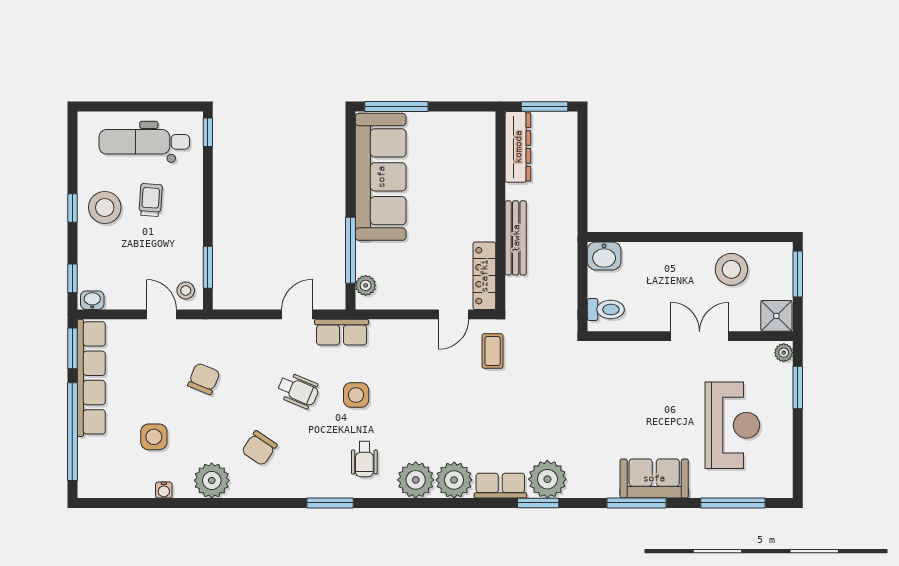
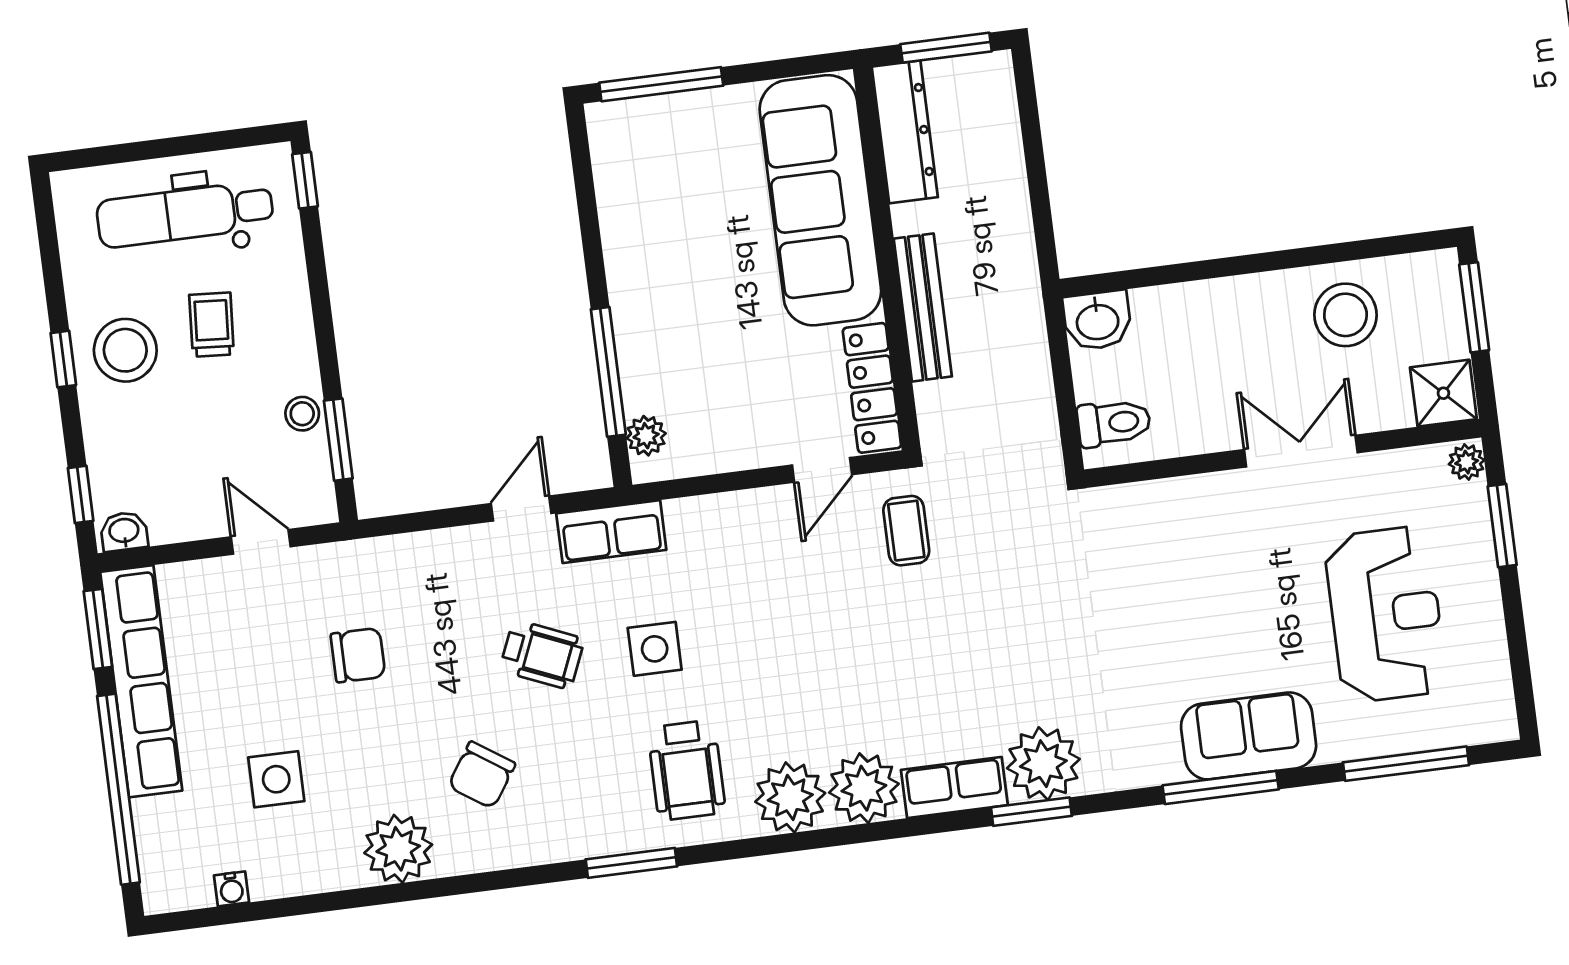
sofa: (381, 177) -> (820, 200), moved, turned 180
stool: (186, 290) -> (302, 414), moved
chair: (204, 379) -> (358, 655), turned 68
wheelchair: (364, 459) -> (686, 770), width x1.36, depth x1.37
water cooler: (164, 490) -> (231, 889), moved

